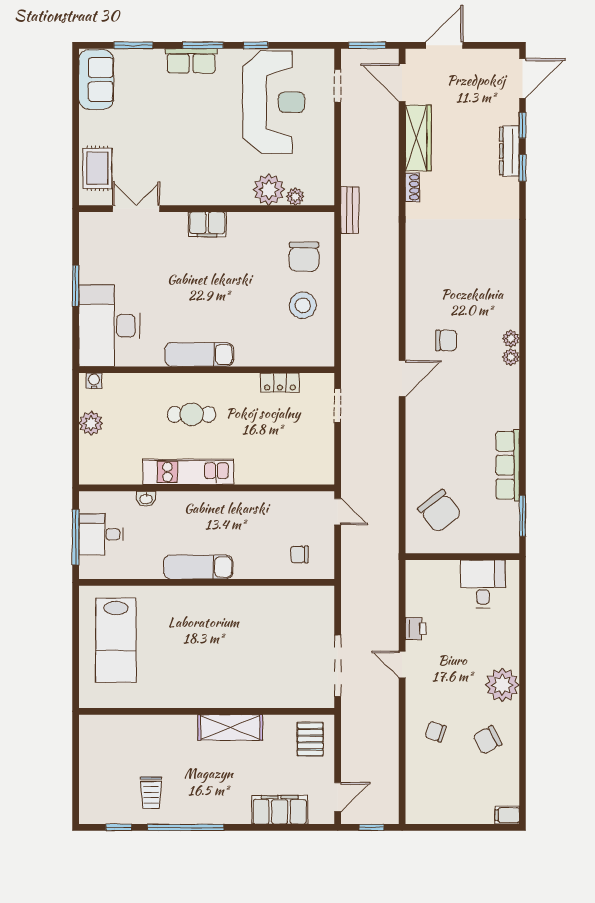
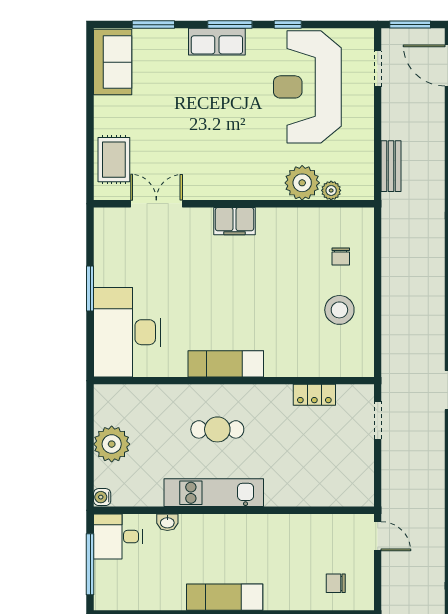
reception desk: (274, 102) -> (307, 87), turned 180
bench: (350, 210) -> (391, 166), moved
chair: (304, 257) -> (341, 256), width x0.54, depth x0.54
water cooler: (94, 381) -> (102, 497), moved, turned -90
plant: (91, 423) -> (112, 444), width x1.36, depth x1.36
desk: (101, 534) -> (118, 537), moved

